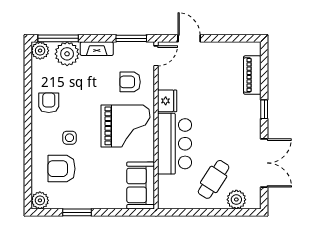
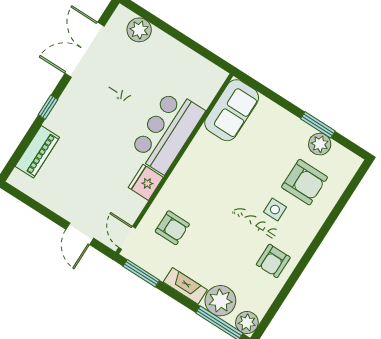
door: (156, 56) -> (127, 238), hinge flipped
grand piano: (126, 126) -> (207, 184), removed
cafe table: (214, 179) -> (150, 67), removed
plant: (40, 200) -> (320, 144), moved

